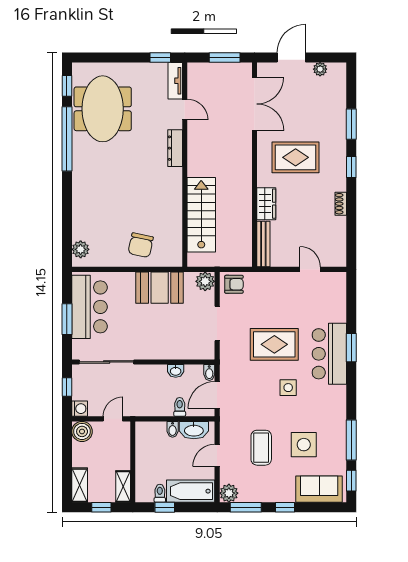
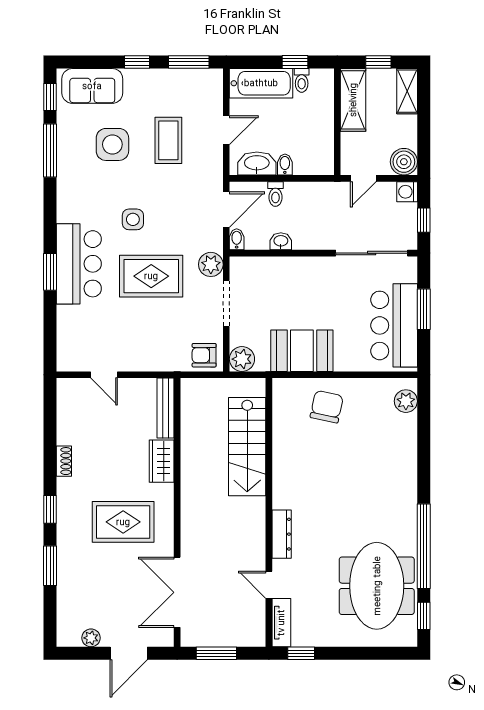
shelving: (123, 486) -> (353, 100), width x1.50, depth x1.33
plant: (229, 493) -> (211, 264), moved

